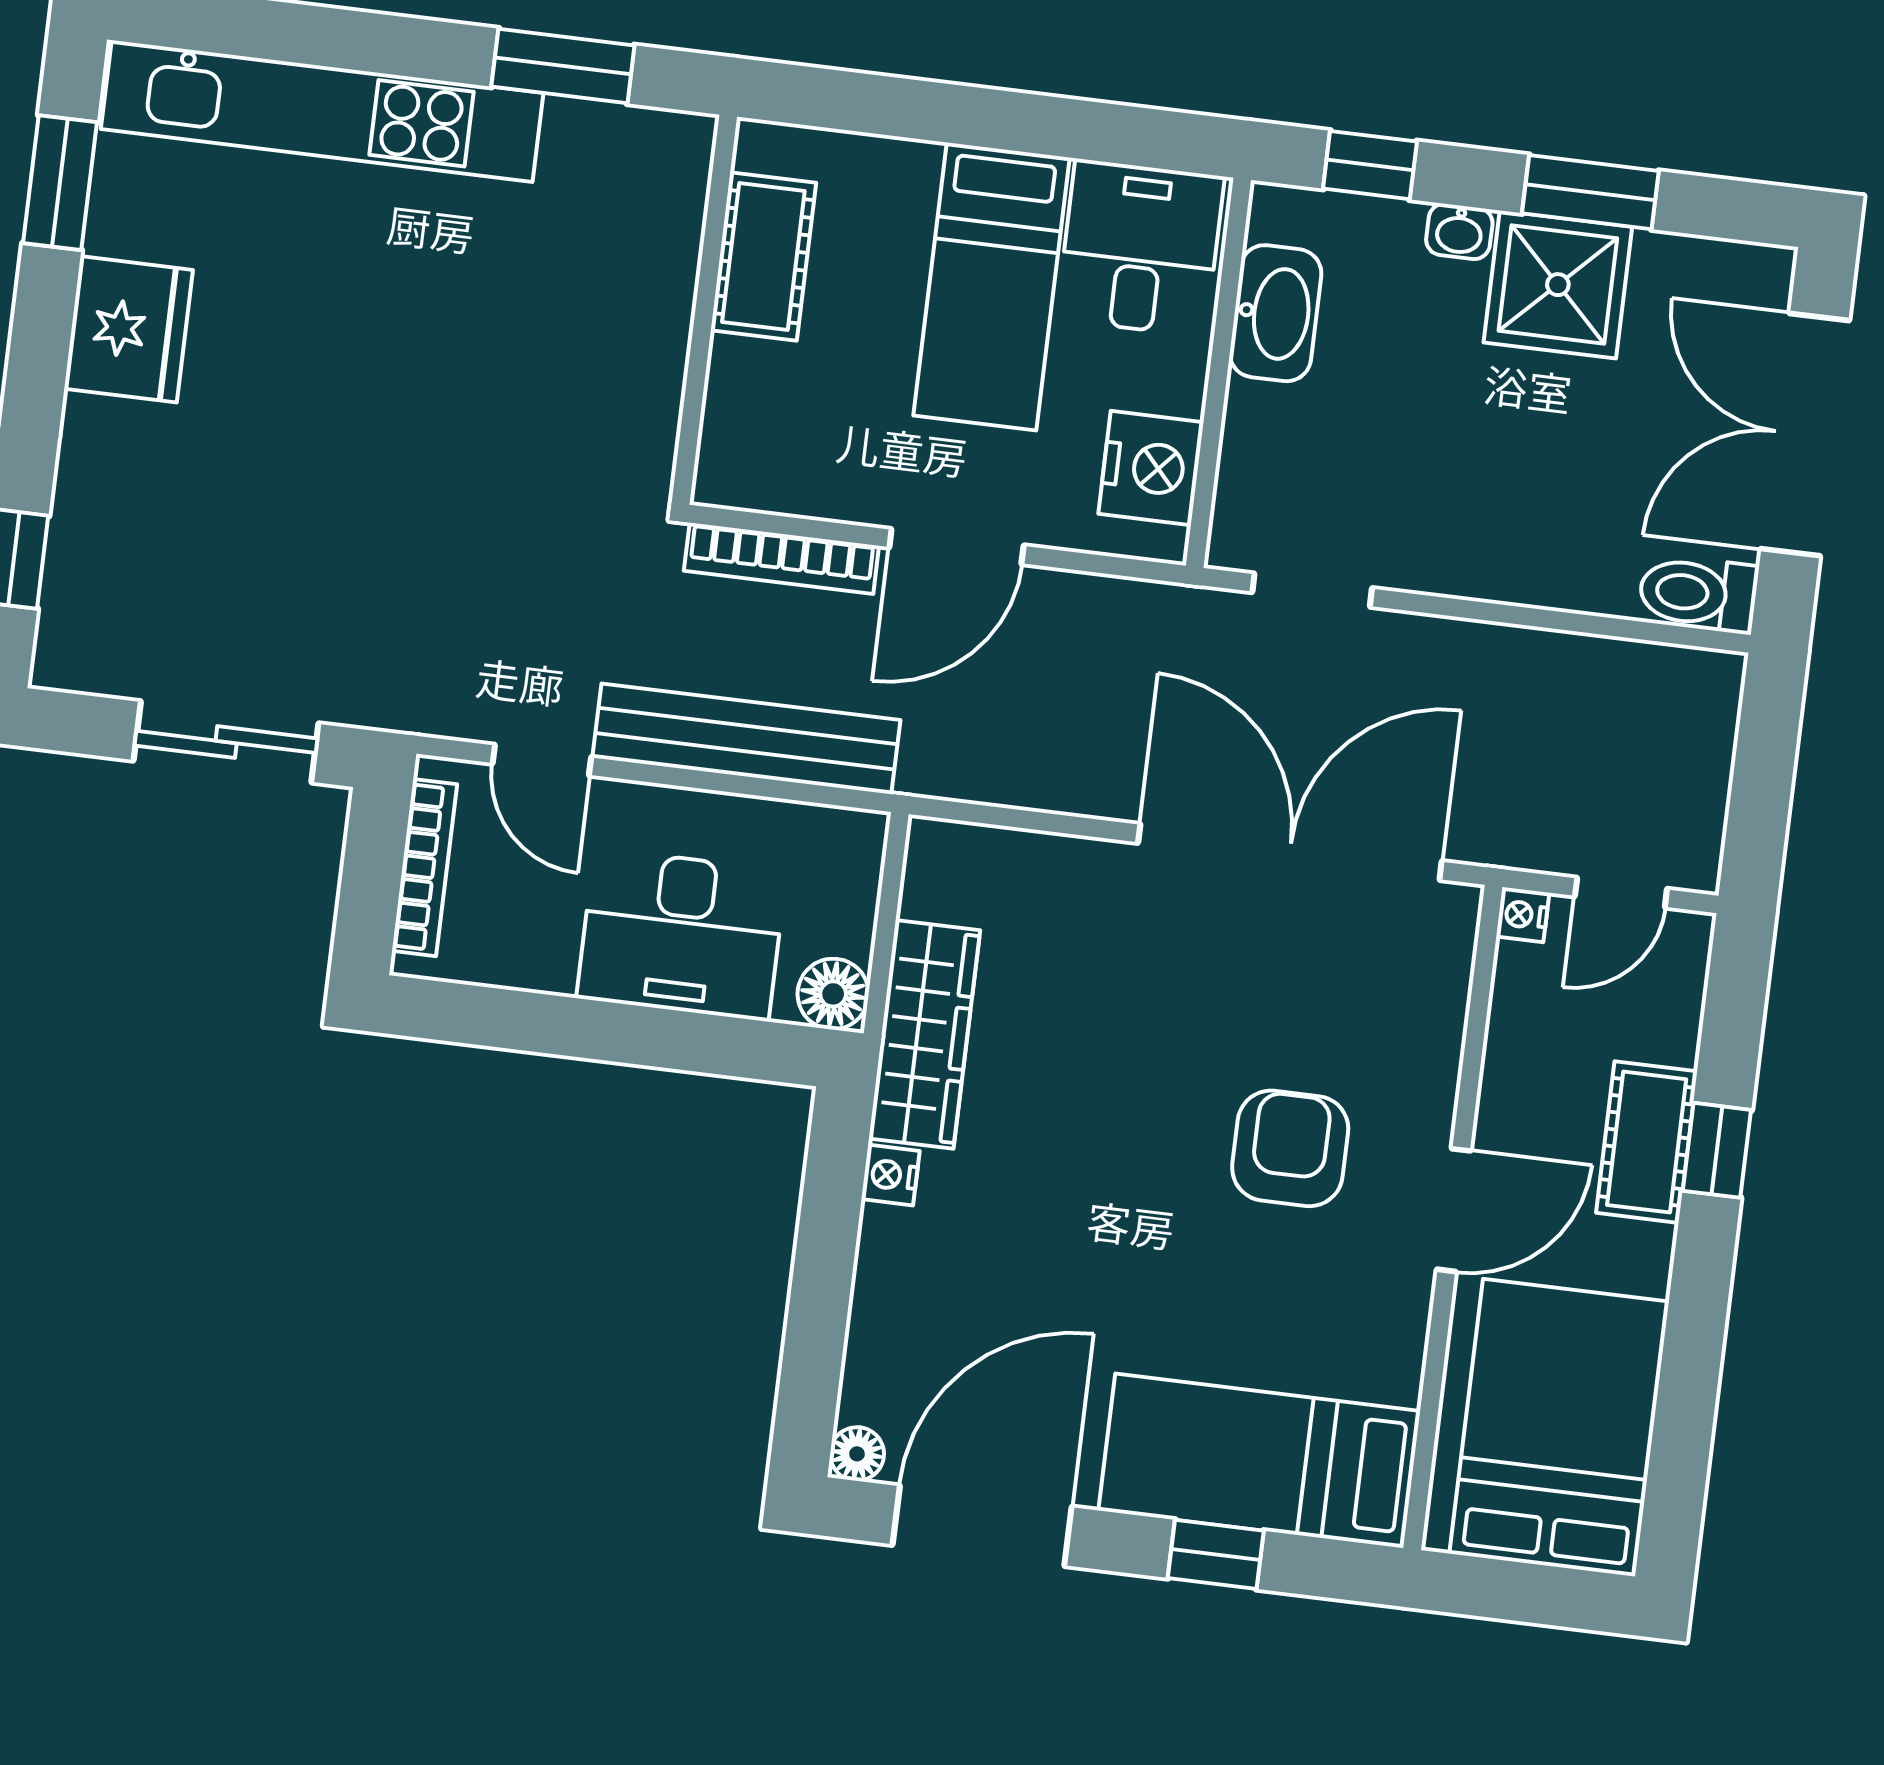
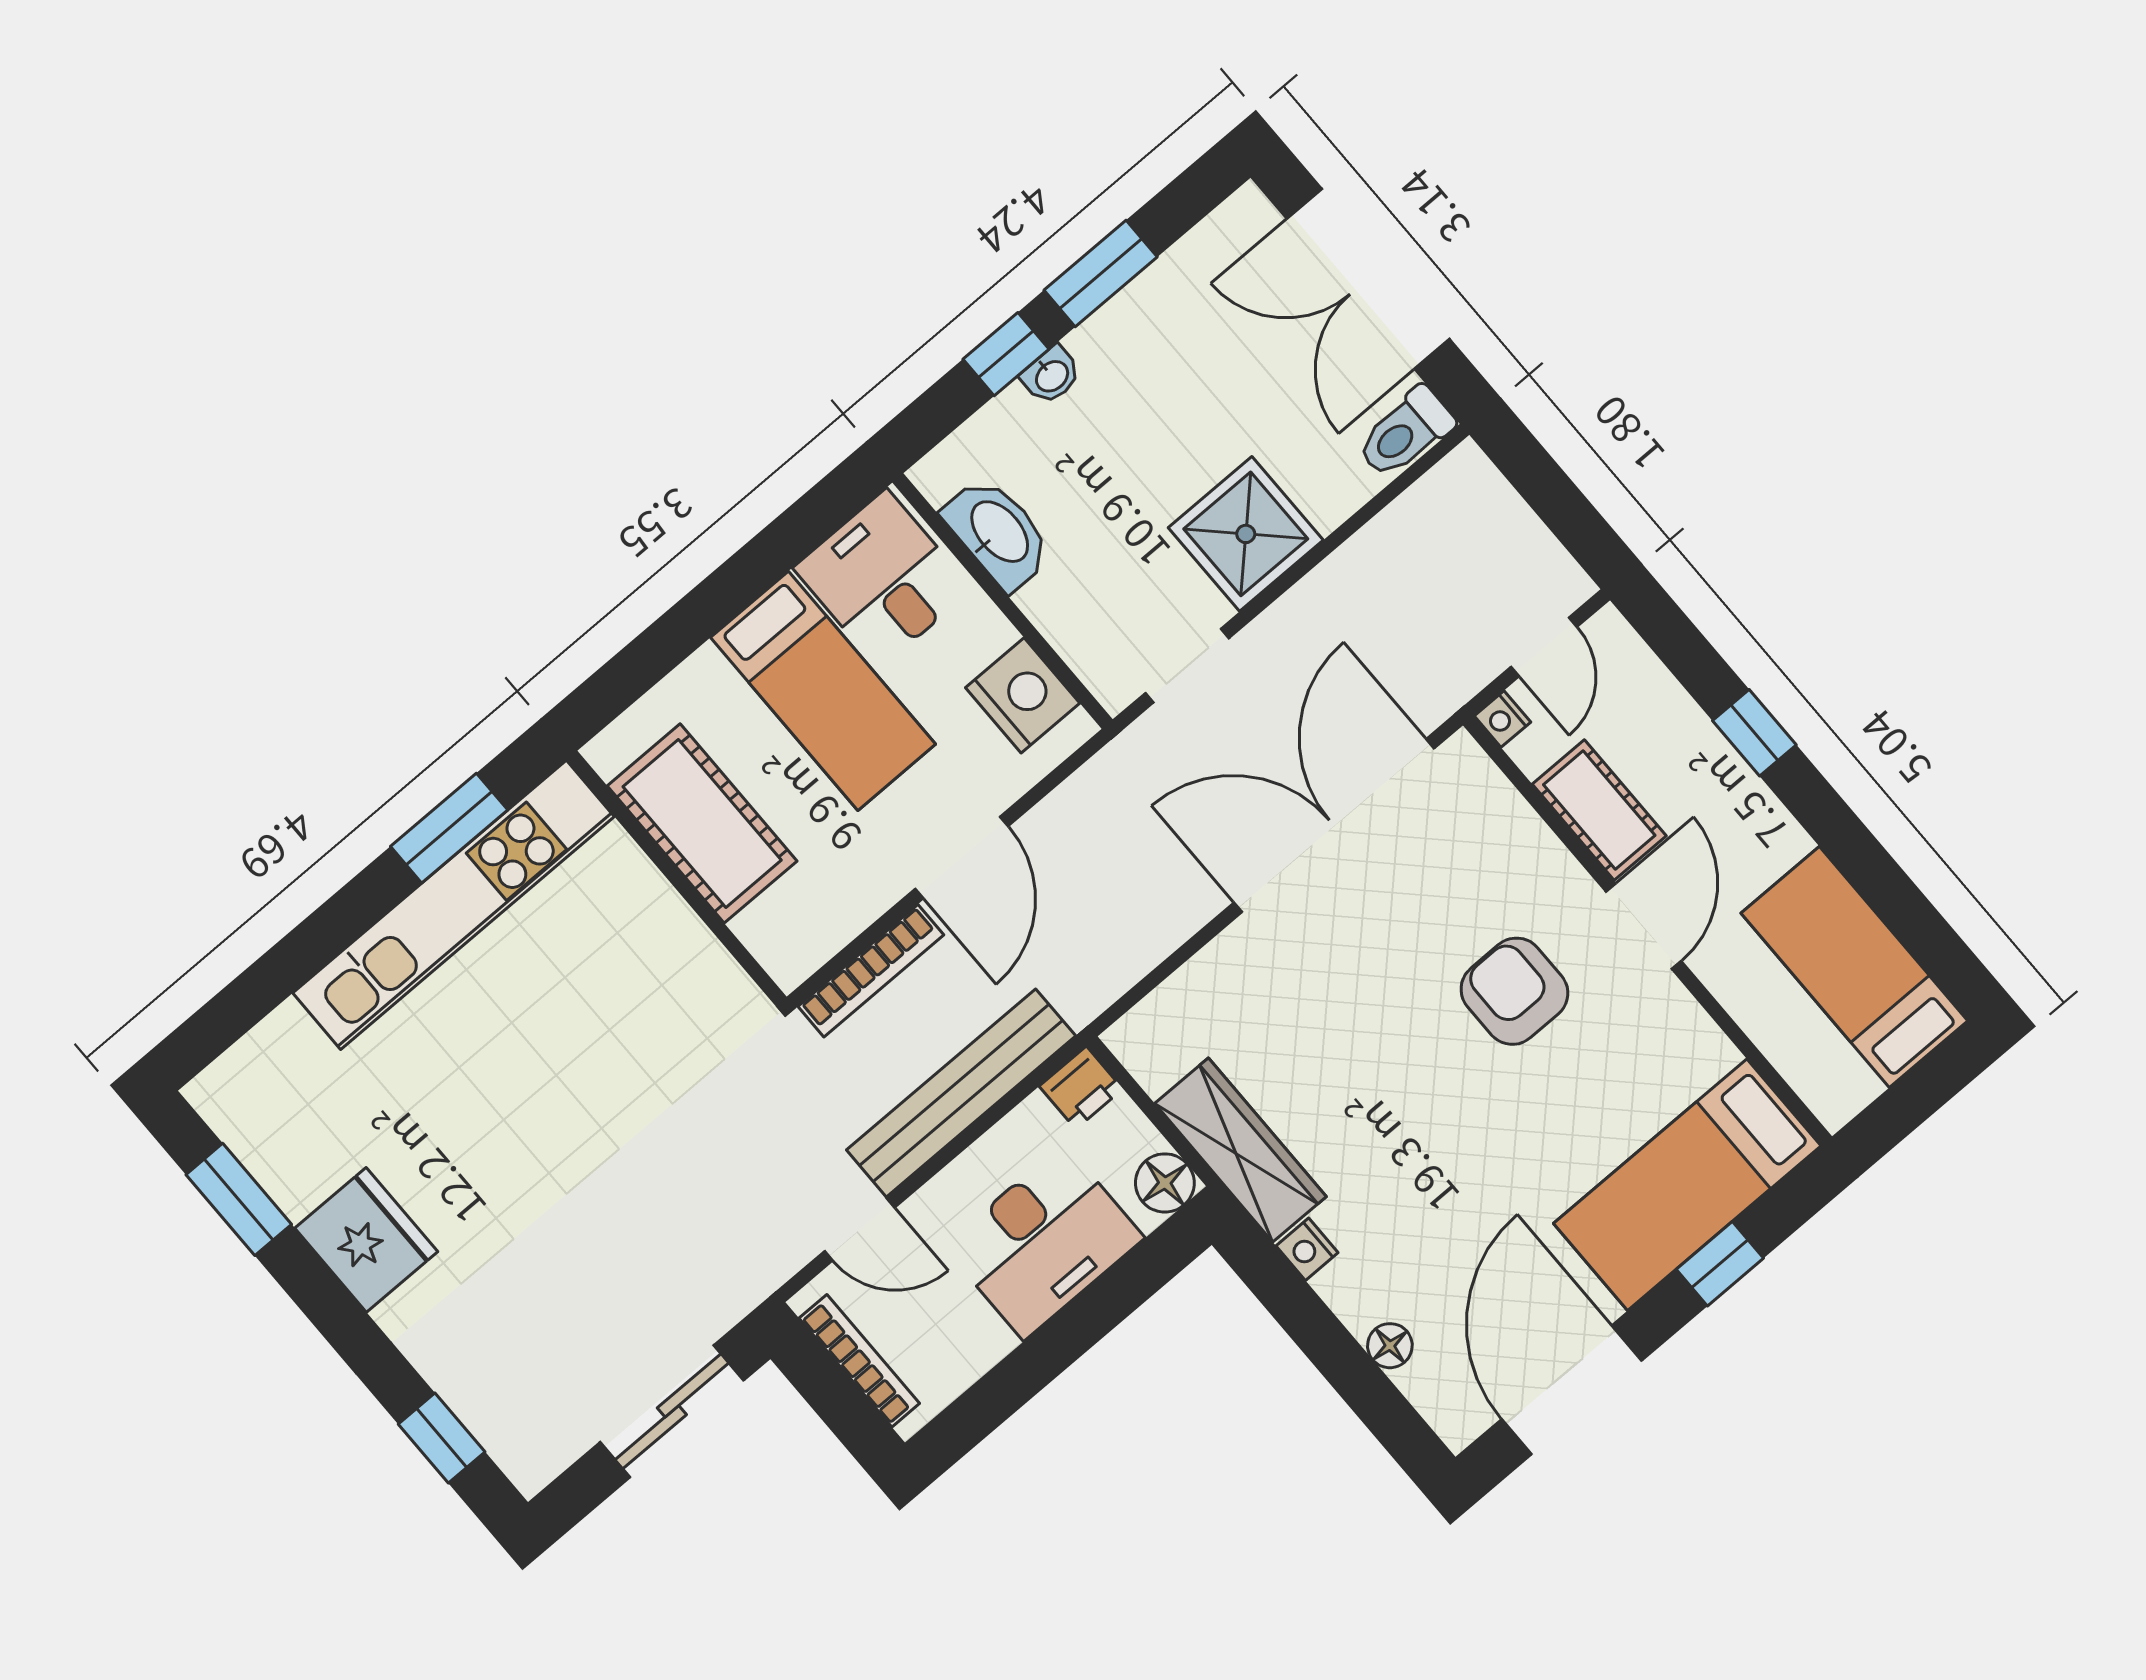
kitchen unit: (322, 111) -> (454, 905), moved
window: (1370, 165) -> (1006, 354), moved
cot: (763, 256) -> (702, 823), width x1.37, depth x1.34
shower: (1558, 285) -> (1246, 534), moved
printer: (849, 841) -> (1081, 1088), added
cot: (1647, 1142) -> (1599, 810), moved
bed: (1559, 1428) -> (1854, 967), width x0.67
floor lamp: (857, 1454) -> (1390, 1346), moved

